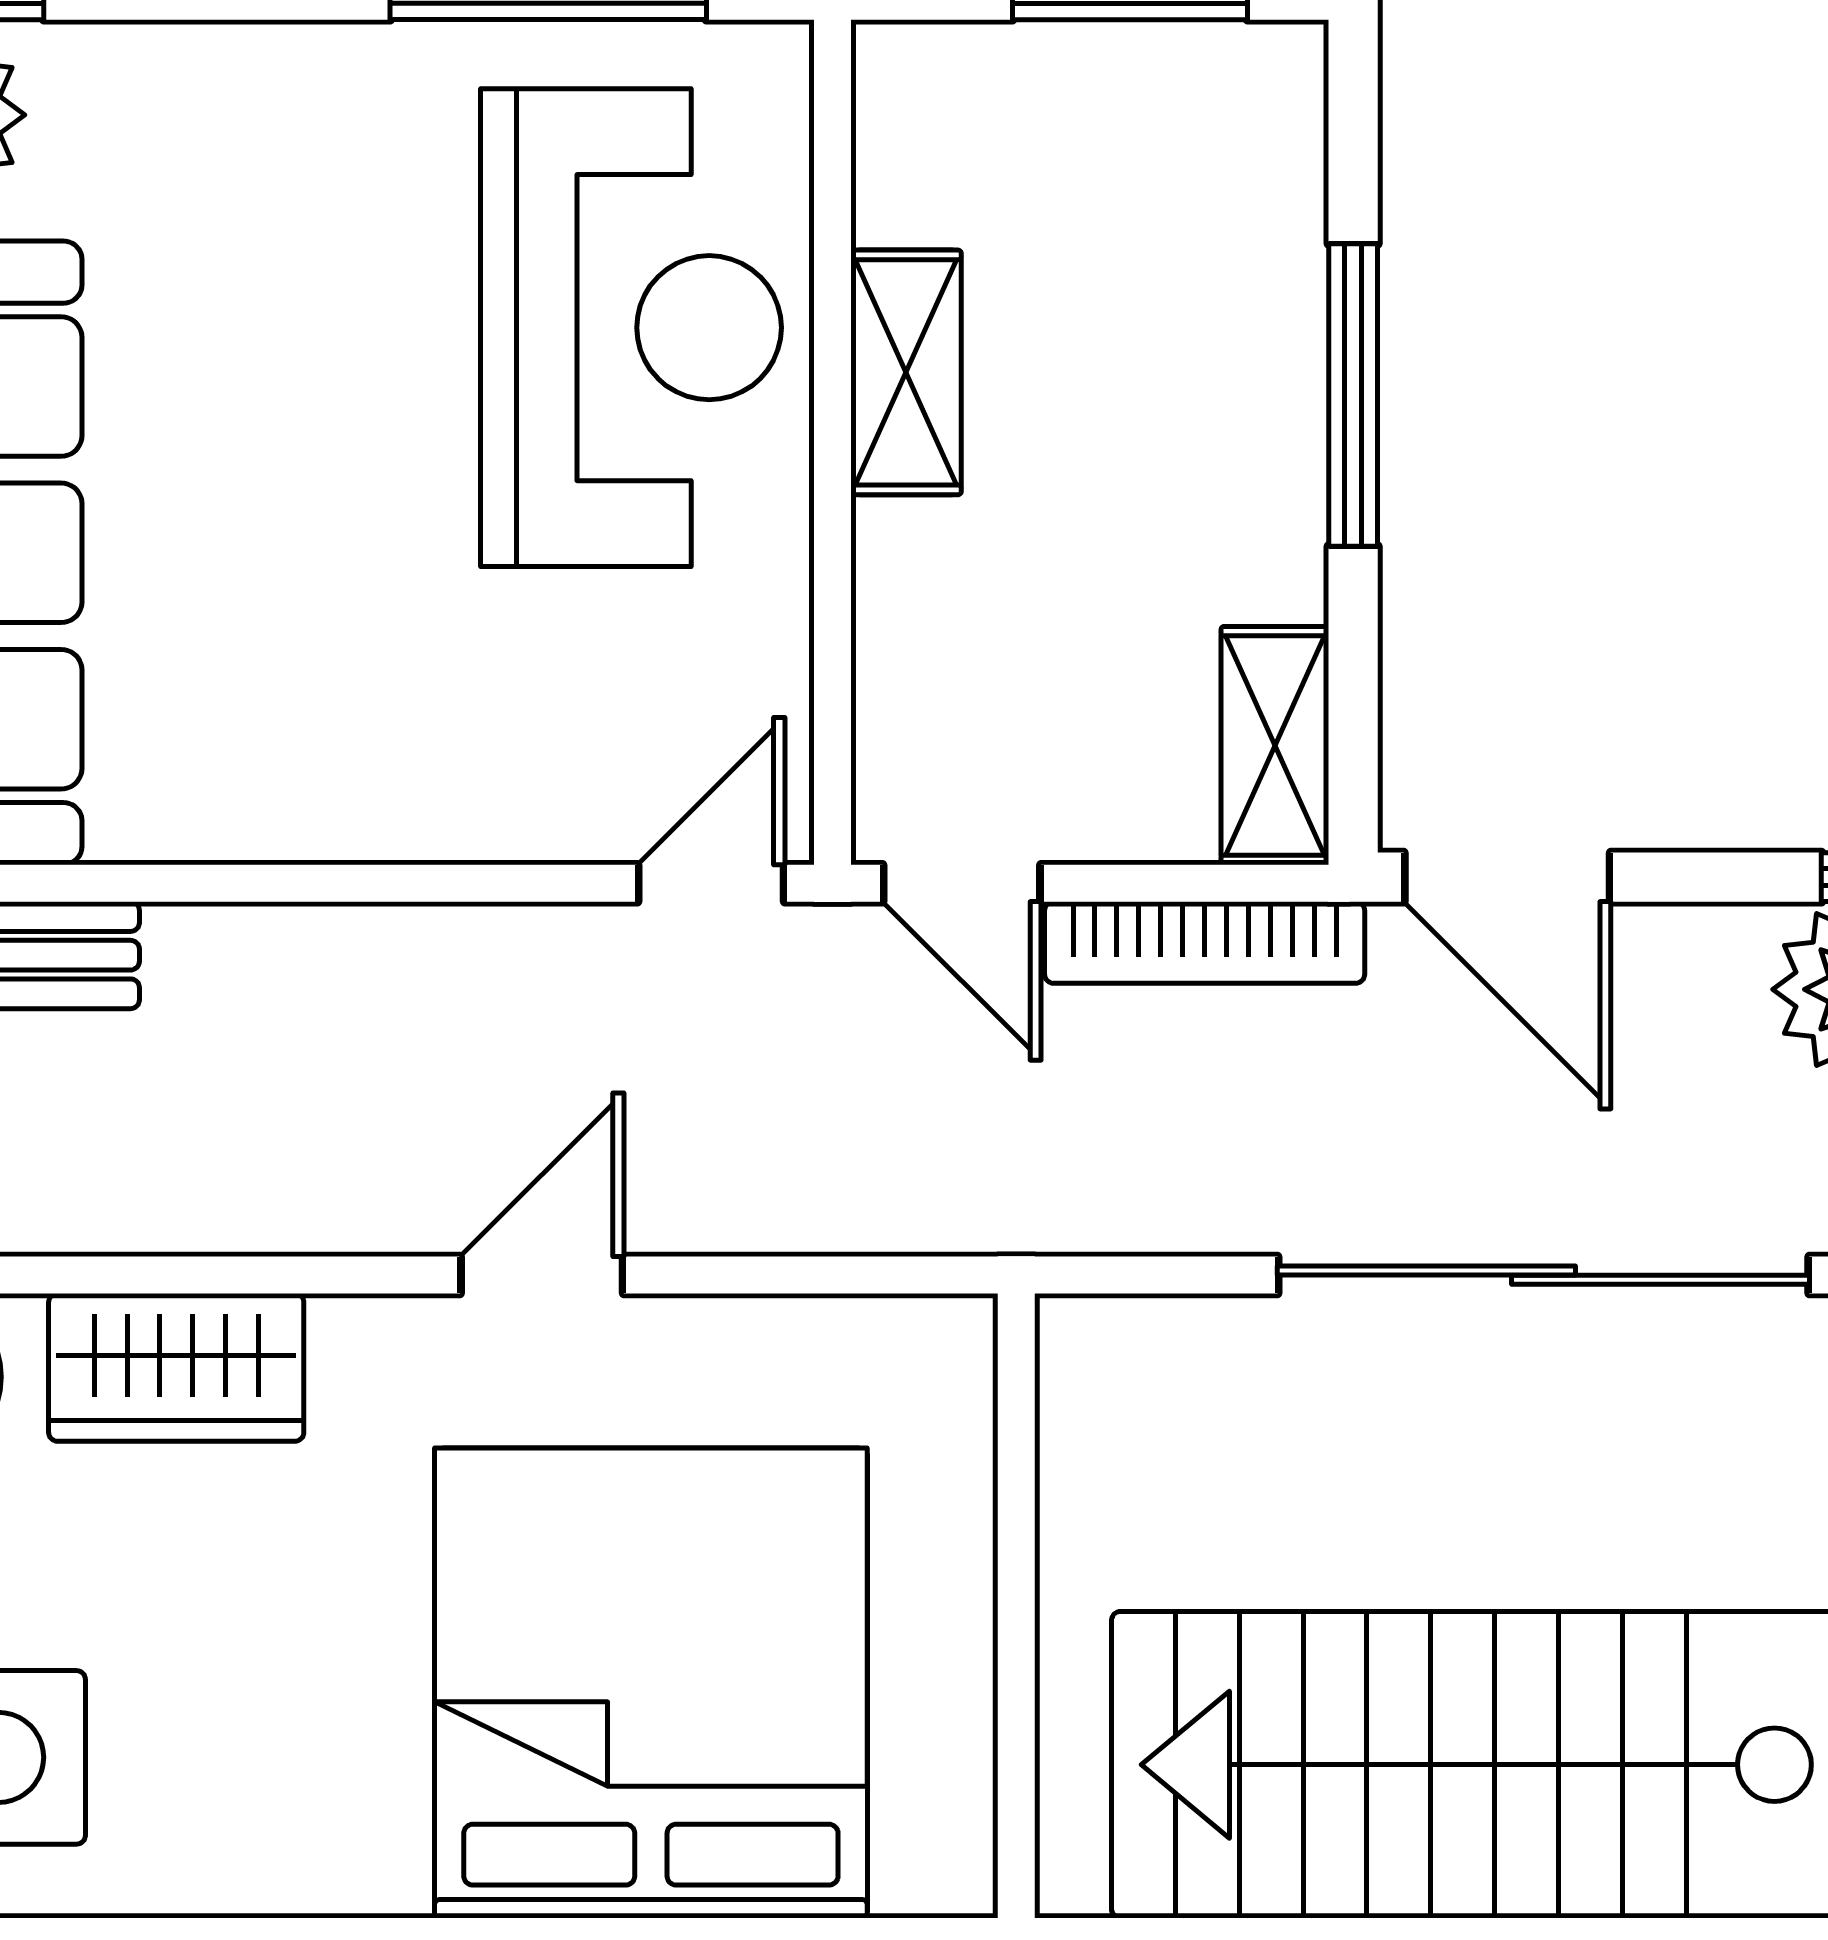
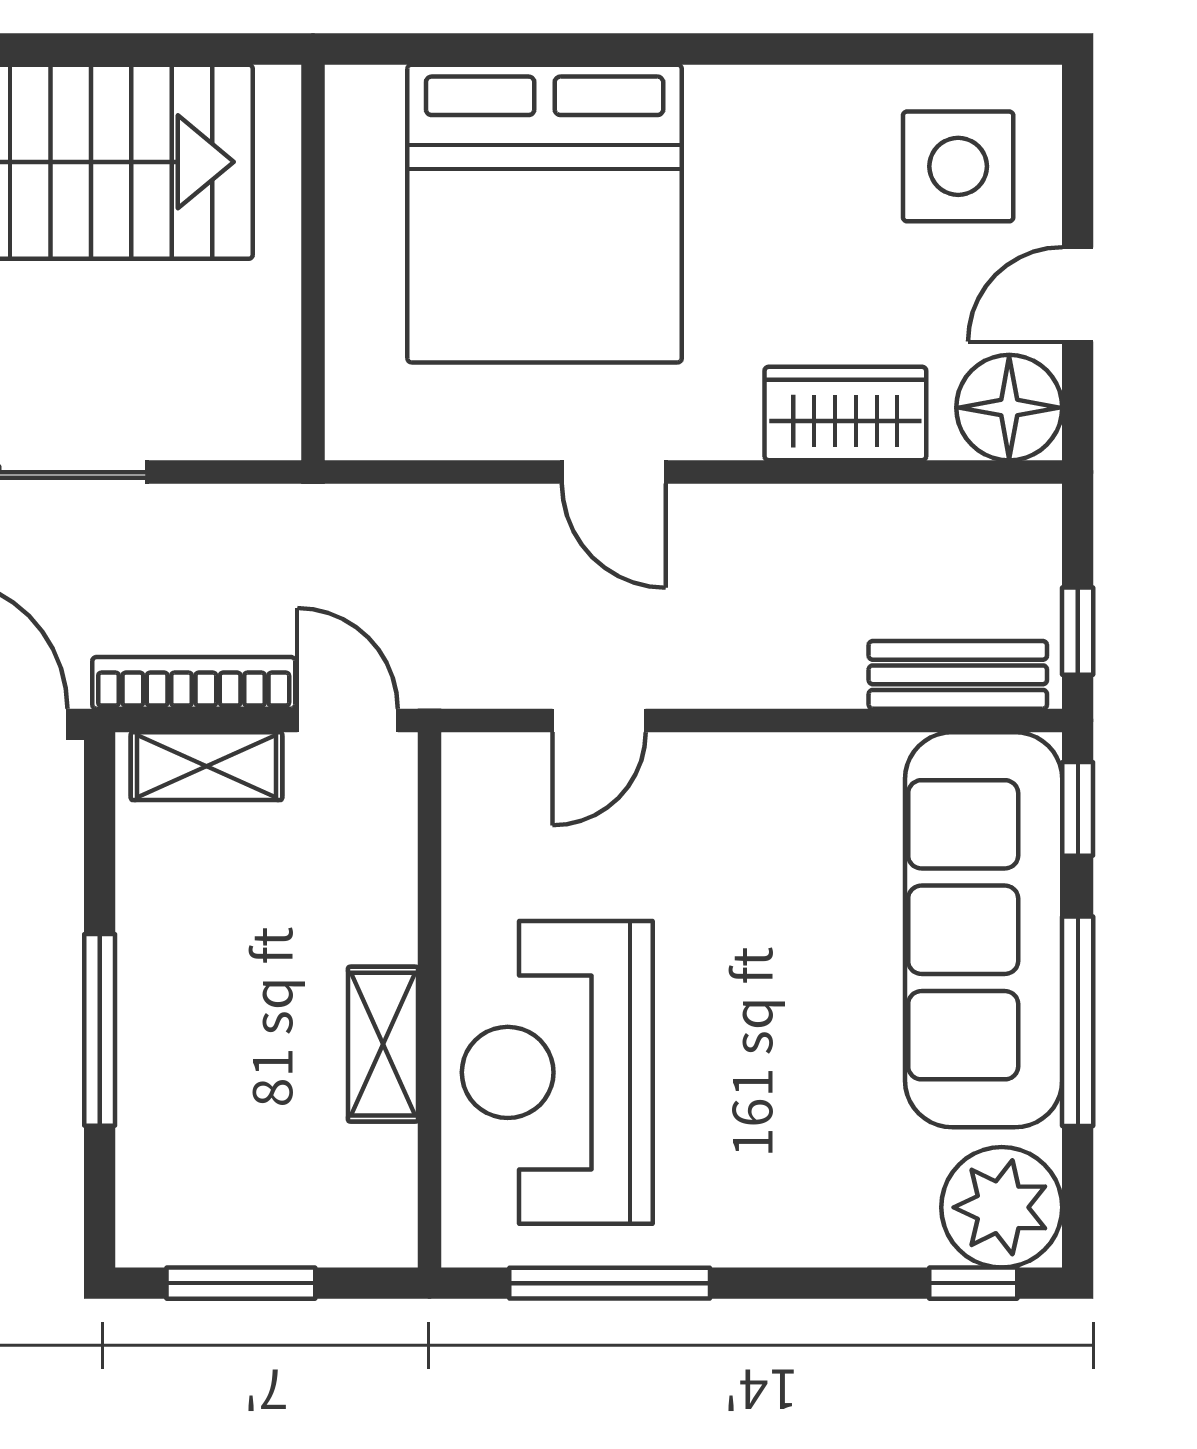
shelving: (1275, 746) -> (207, 766), moved, turned 90
door: (711, 883) -> (599, 720), moved
door: (542, 1275) -> (614, 472), hinge flipped

